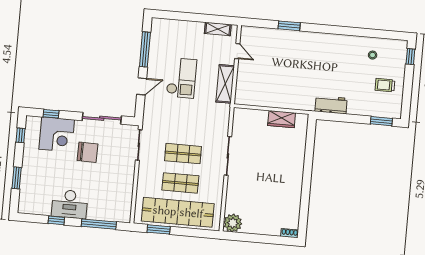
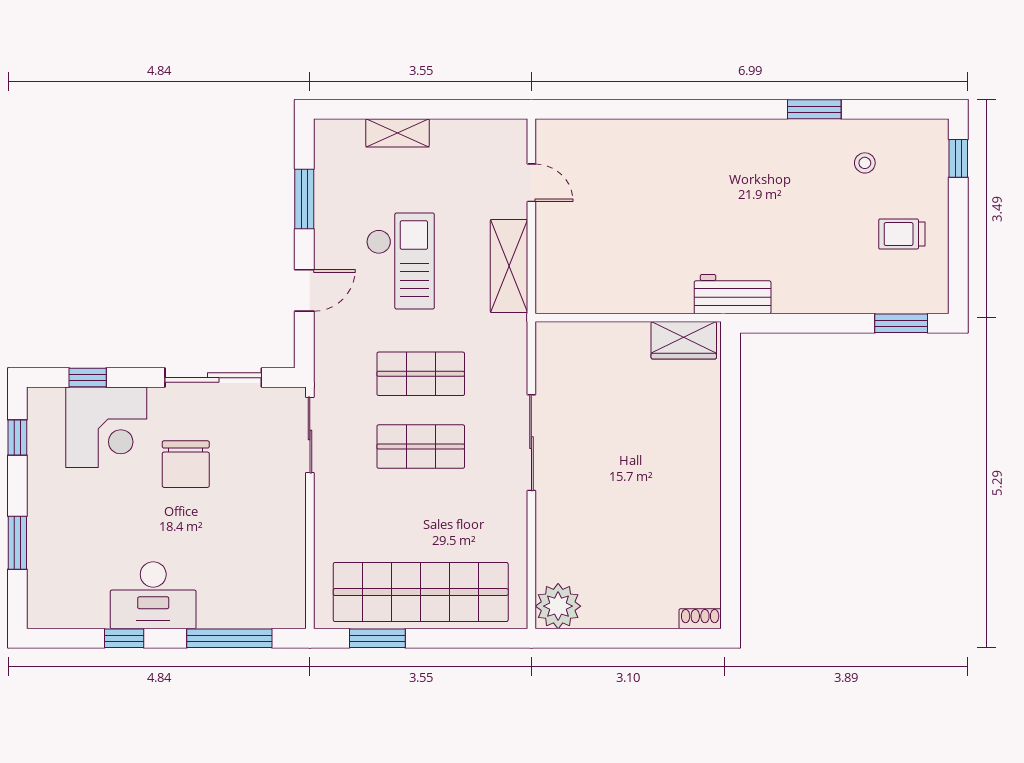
window: (289, 26) -> (814, 109), moved
shelving: (218, 29) -> (397, 133), moved
window: (145, 49) -> (304, 199), width x0.69
workbench: (331, 105) -> (733, 294), moved
wardrobe: (282, 119) -> (684, 340), moved
chair: (87, 152) -> (186, 464), turned 89
shop shelf: (180, 183) -> (421, 374), moved

